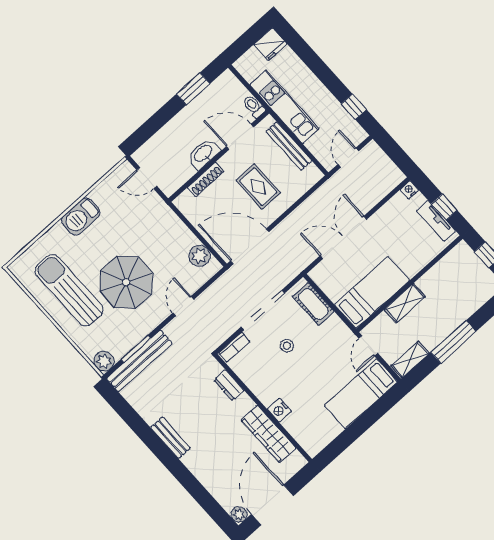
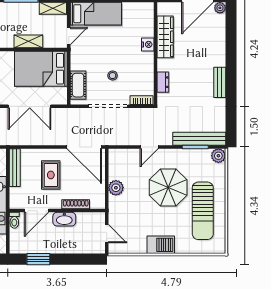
door: (240, 137) -> (36, 211), hinge flipped
bench: (289, 146) -> (15, 168), moved
plant: (200, 256) -> (116, 188), moved
bed: (372, 293) -> (41, 69), width x1.50

